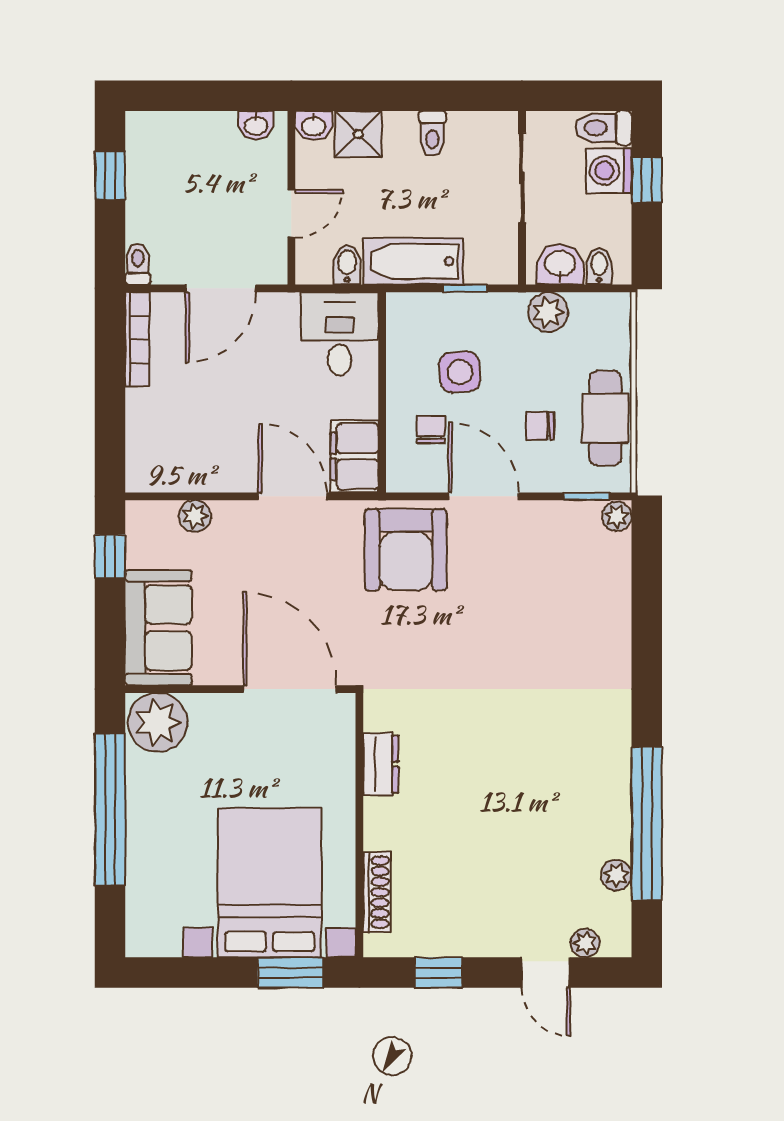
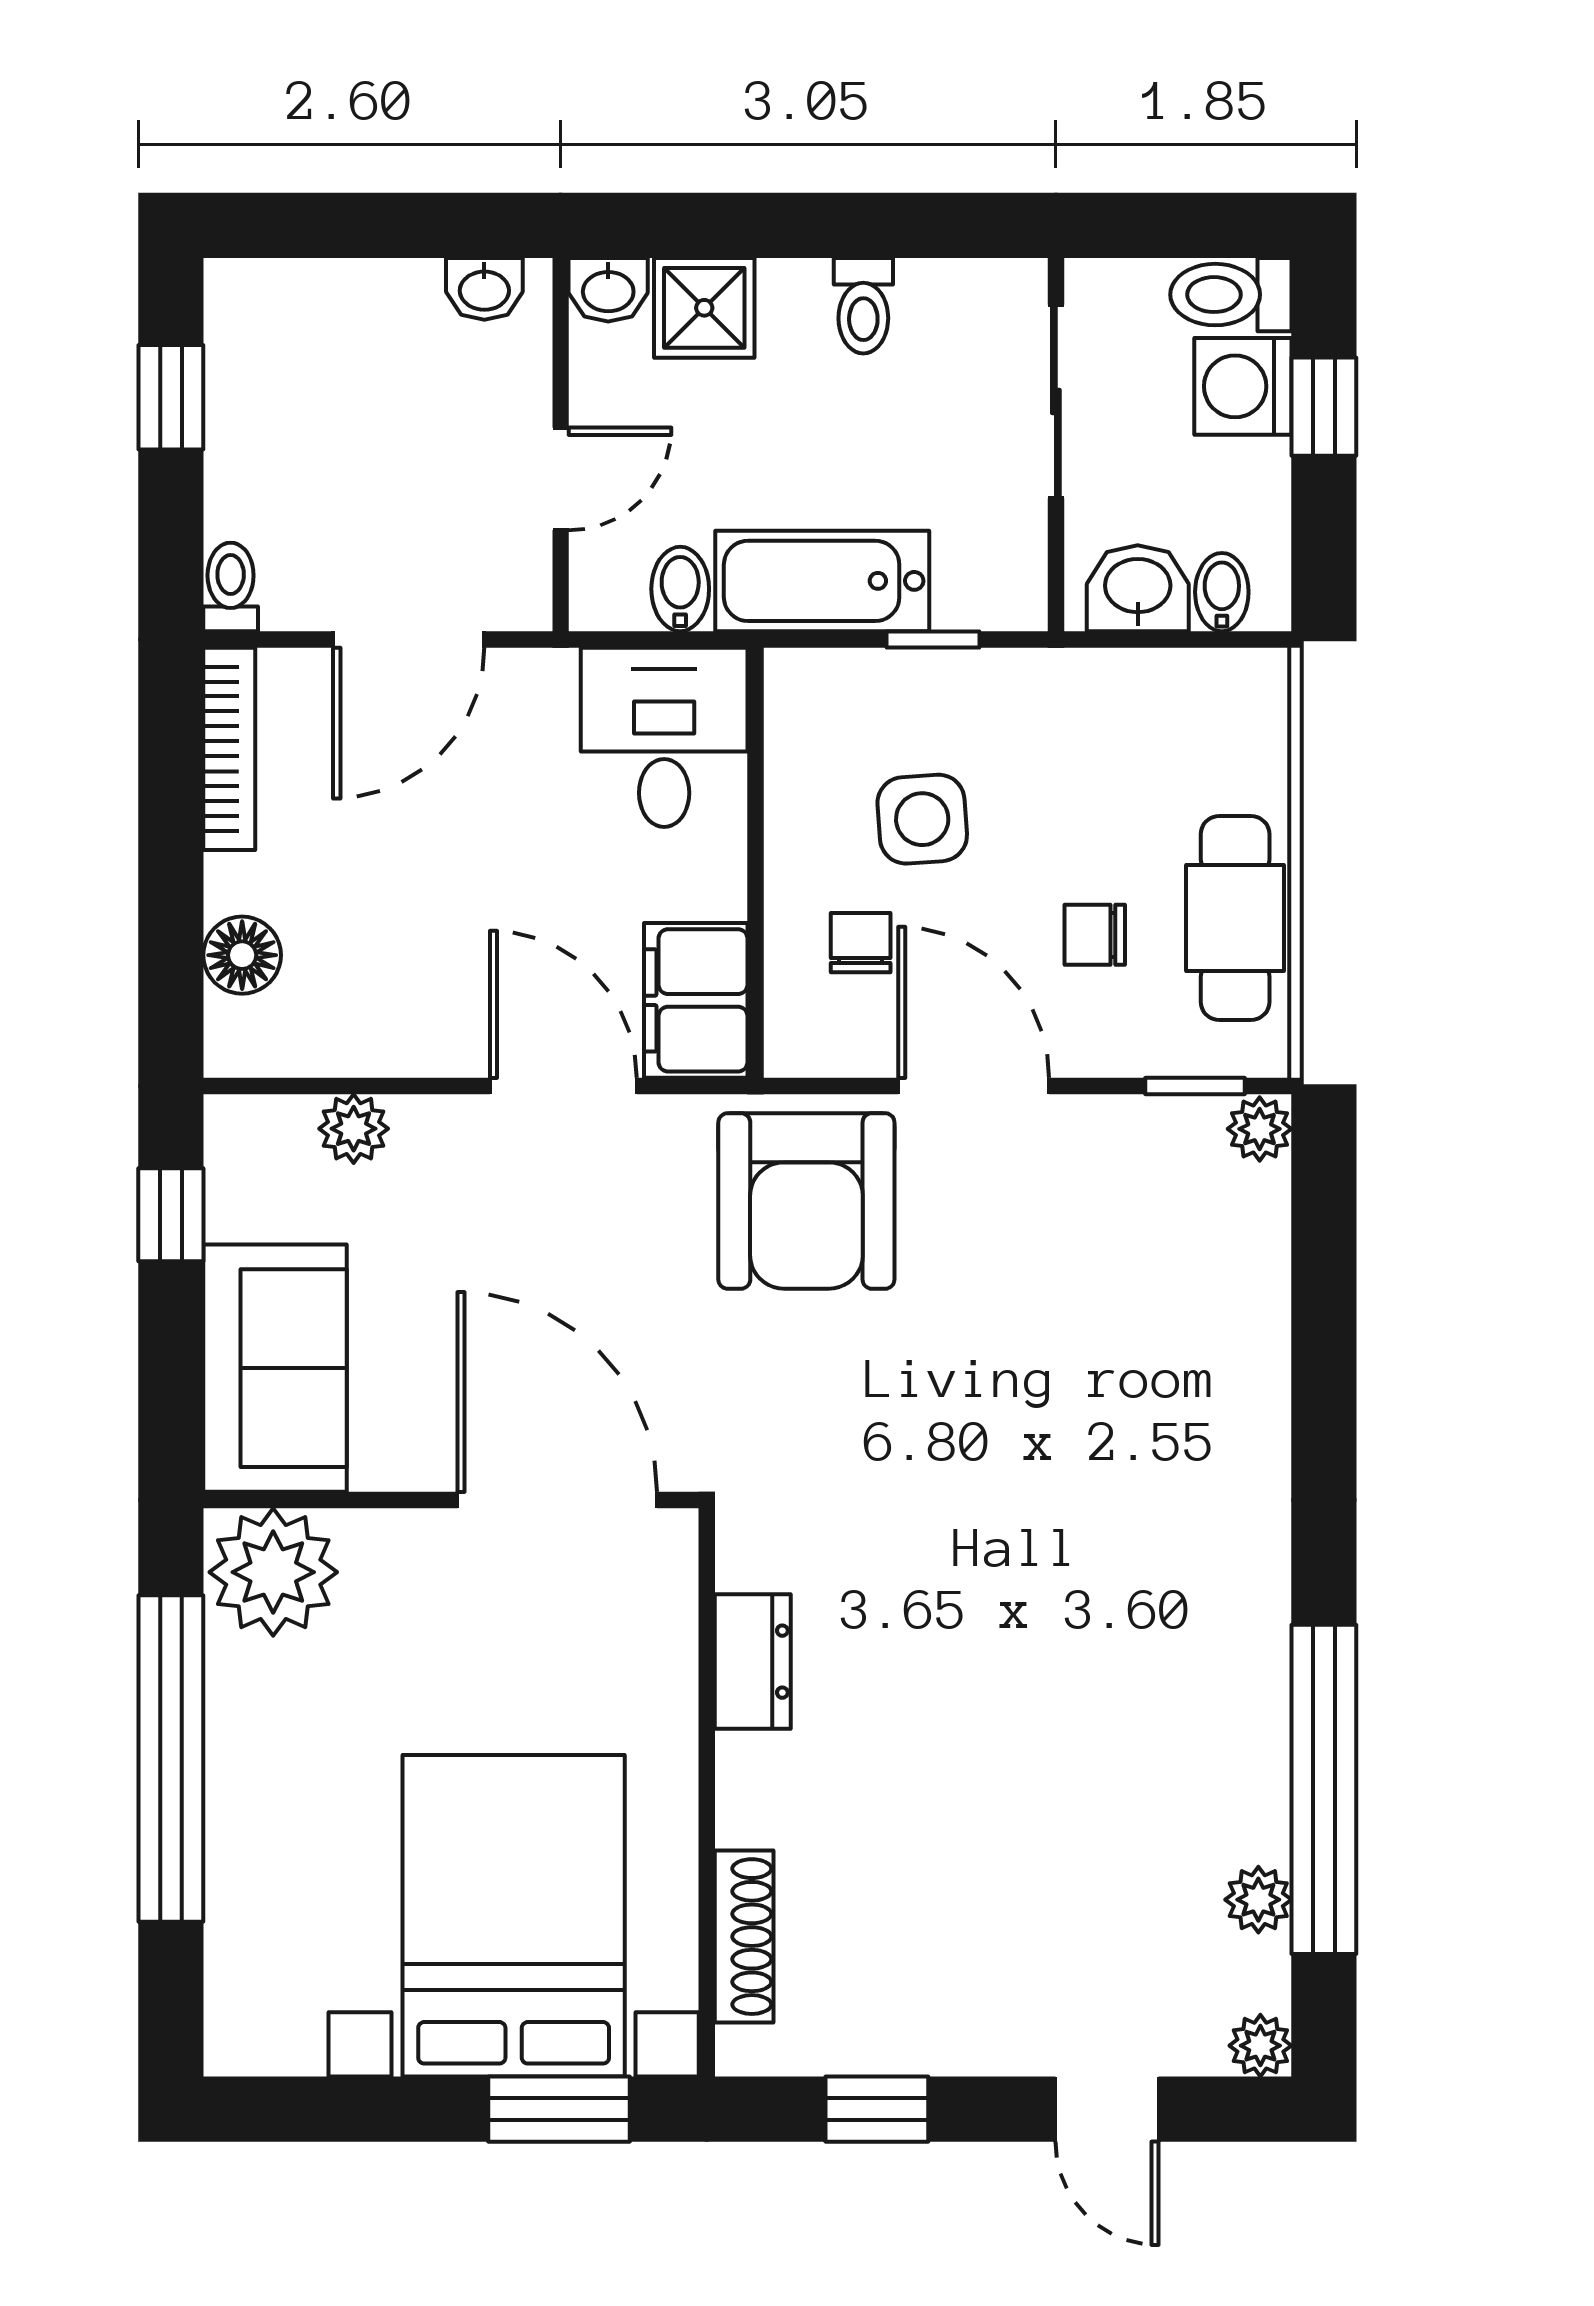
plant: (548, 312) -> (1112, 690), removed
floor lamp: (143, 435) -> (242, 955), added
plant: (585, 943) -> (1260, 2046), moved

